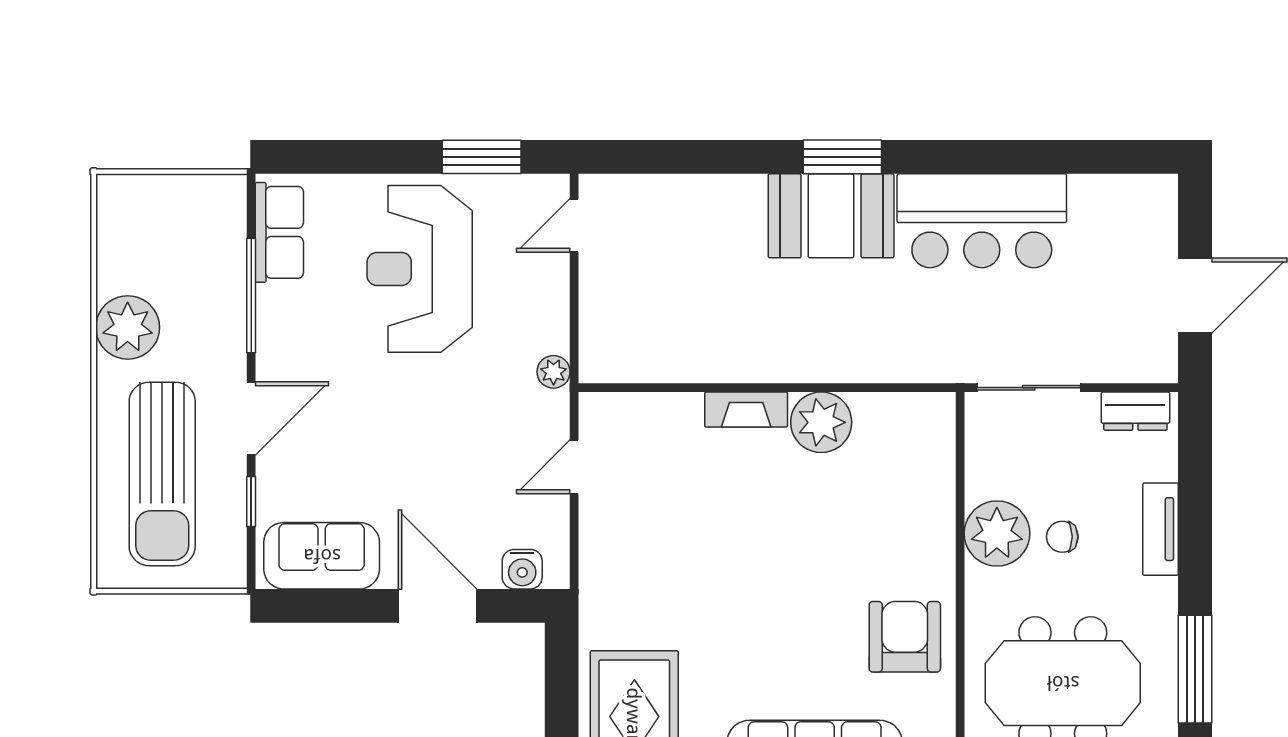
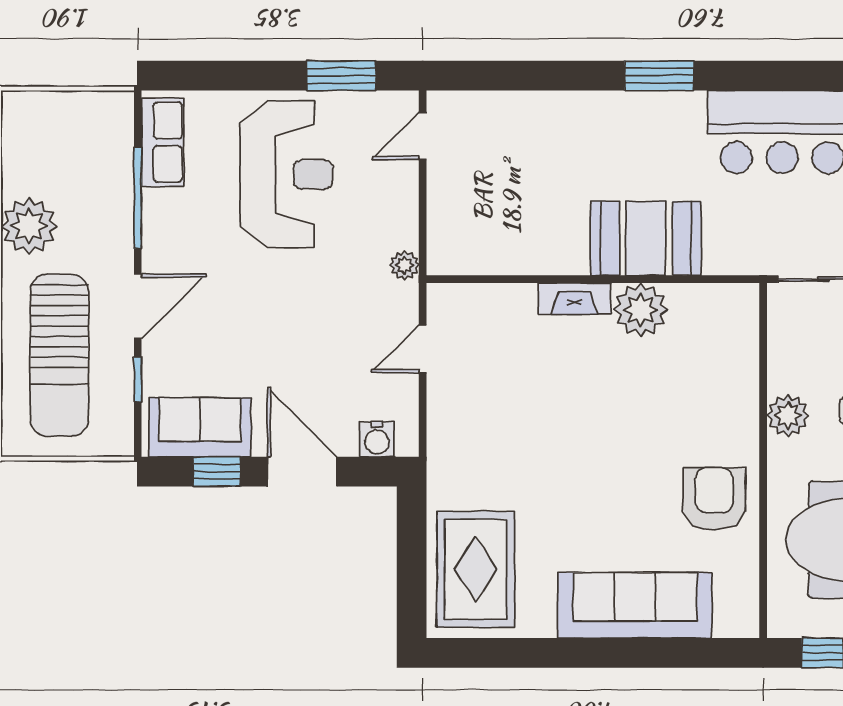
booth: (831, 216) -> (646, 238), moved
reception desk: (420, 269) -> (286, 174), turned 180
plant: (997, 533) -> (788, 415), width x0.73, depth x0.73
window: (341, 606) -> (217, 472), added

